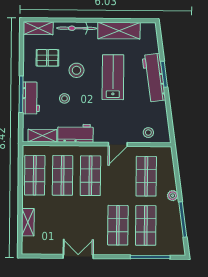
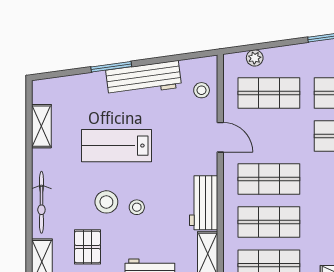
shelving: (119, 31) -> (41, 126), width x0.67, depth x0.75
workbench: (154, 78) -> (144, 79), moved
stool: (64, 98) -> (137, 207), moved
plant: (173, 196) -> (255, 58), moved

